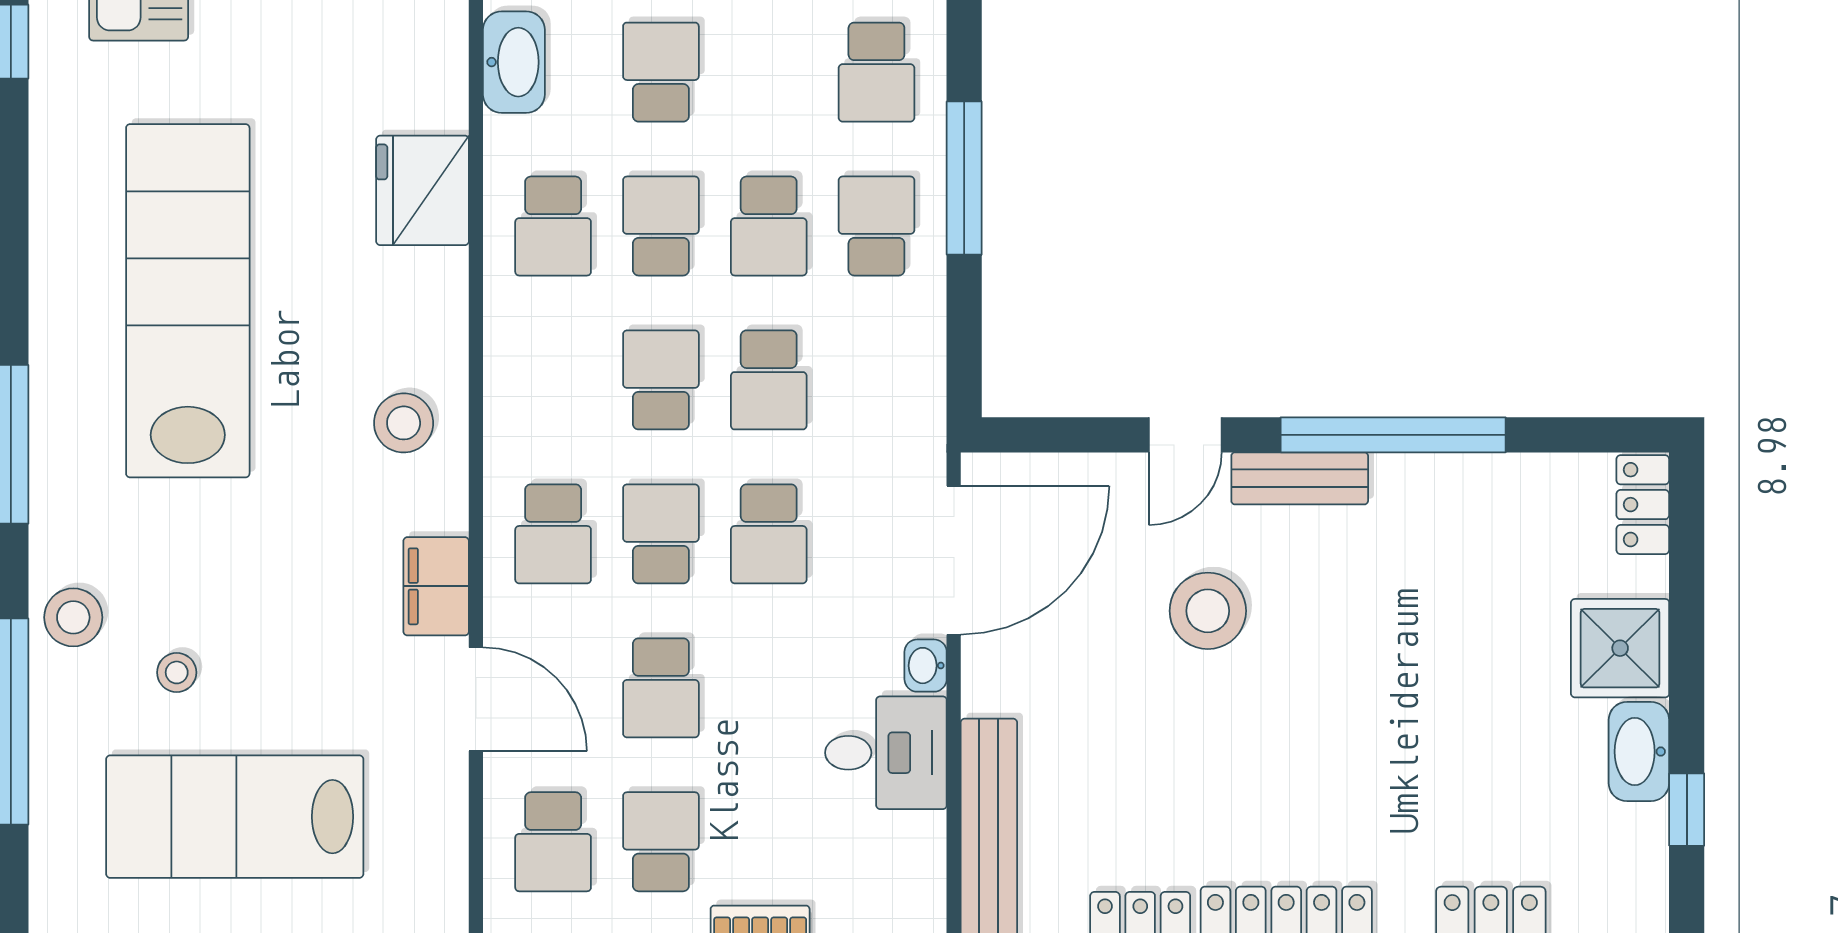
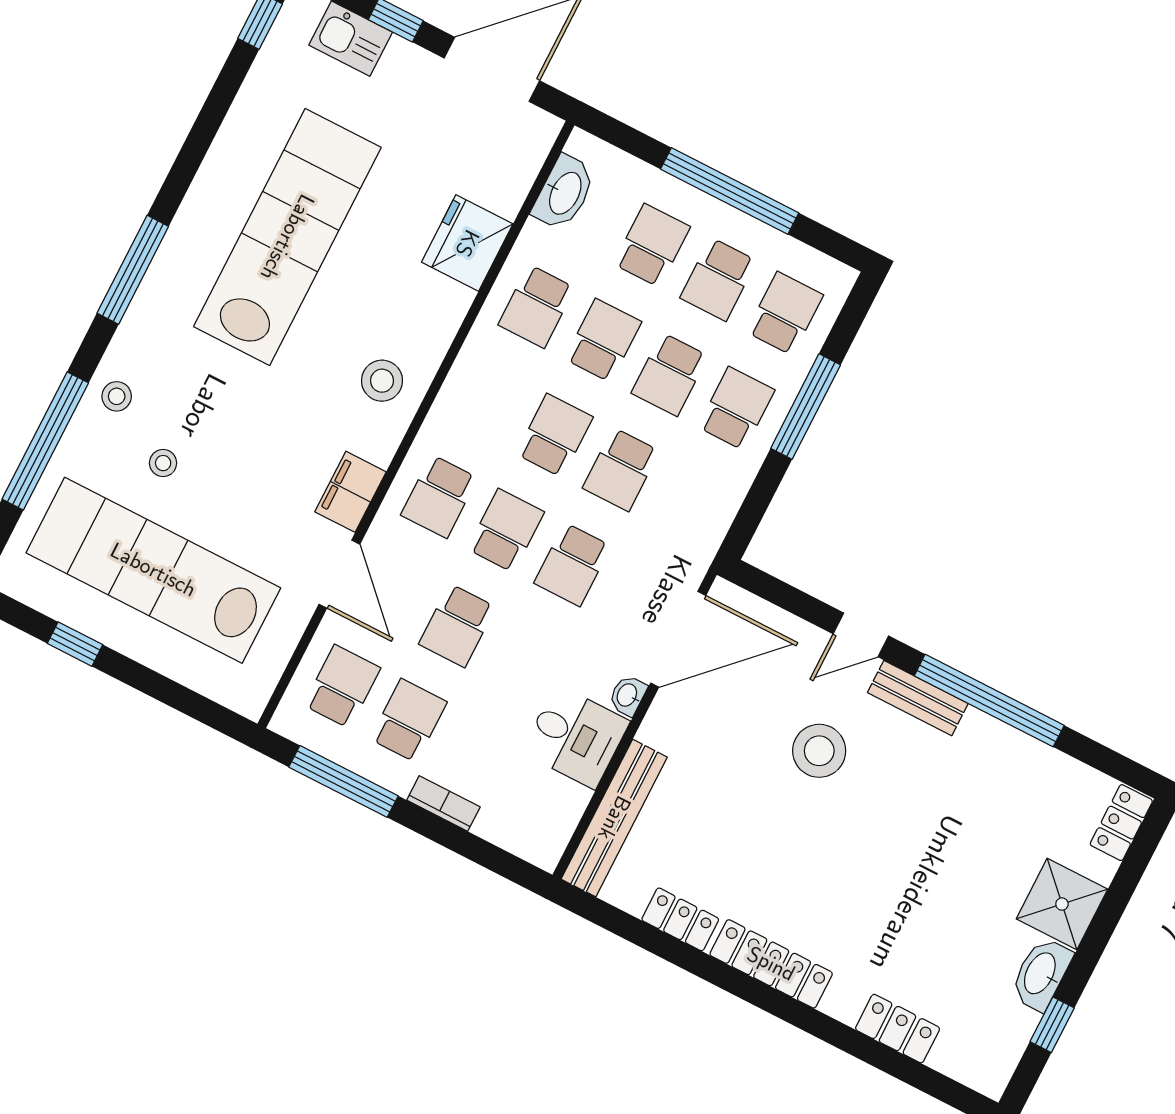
school desk: (769, 72) -> (718, 279), added
school desk: (876, 72) -> (785, 313), turned 180
stool: (73, 617) -> (117, 396), width x0.73, depth x0.73
lab bench: (235, 817) -> (153, 570), width x1.36
school desk: (553, 842) -> (342, 686), turned 180

